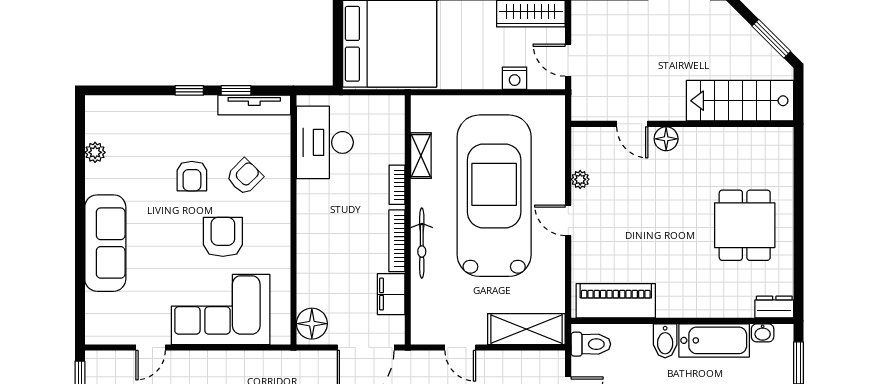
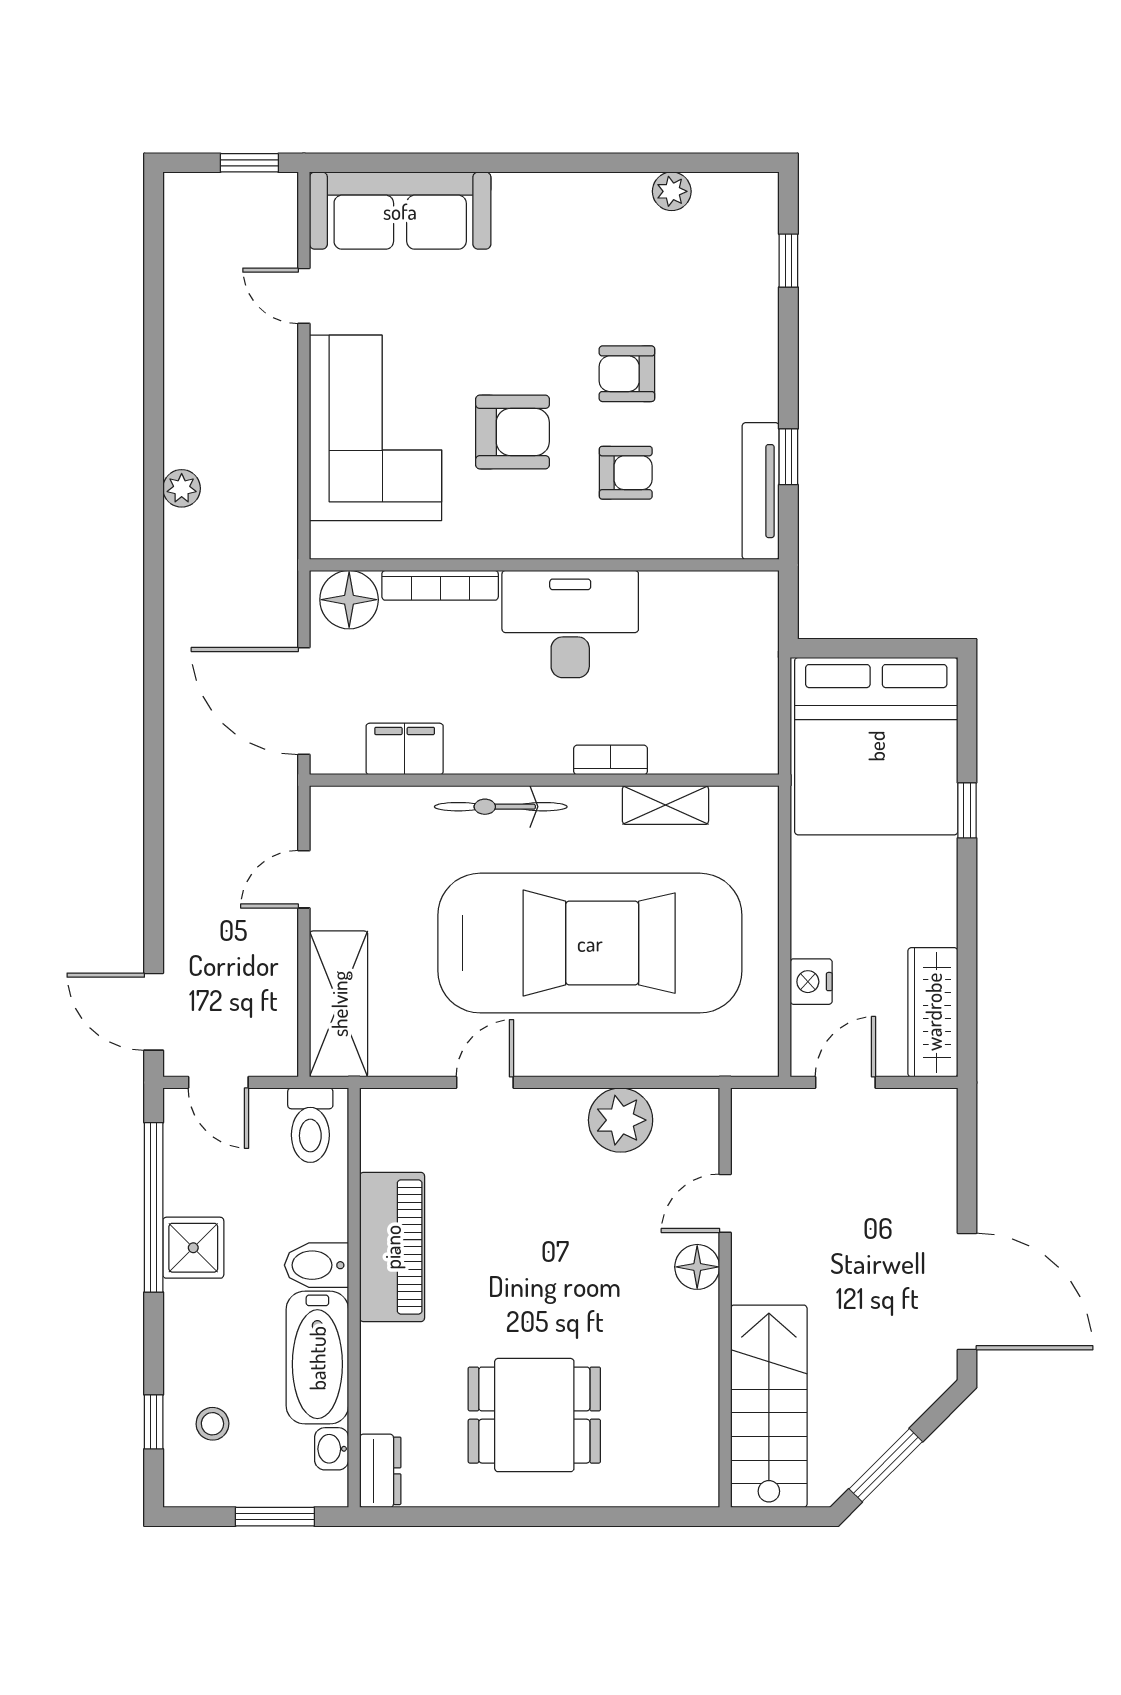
window: (189, 90) -> (788, 261), moved
desk: (325, 142) -> (570, 624), moved
armchair: (244, 177) -> (626, 473), turned -45
plant: (580, 179) -> (621, 1120), width x1.87, depth x1.87
door: (568, 220) -> (485, 1082), moved
bookcase: (397, 241) -> (440, 585), moved, turned 180
sofa: (105, 243) -> (400, 211), moved
piano: (616, 301) -> (392, 1247), moved

